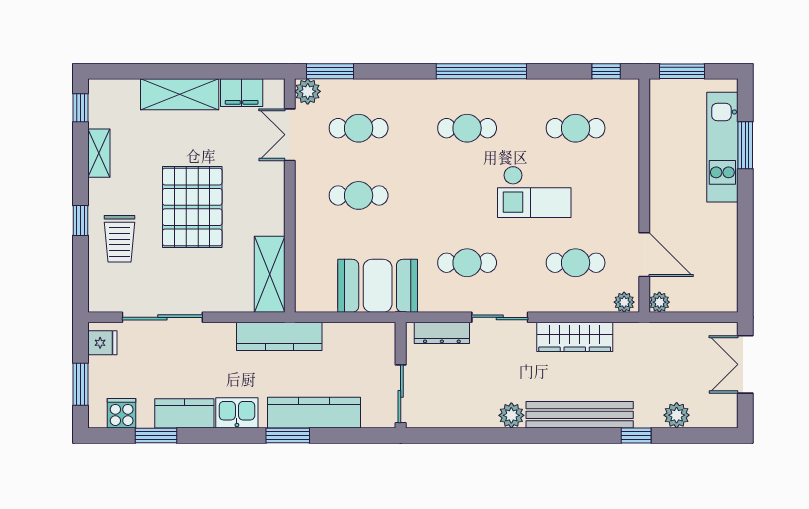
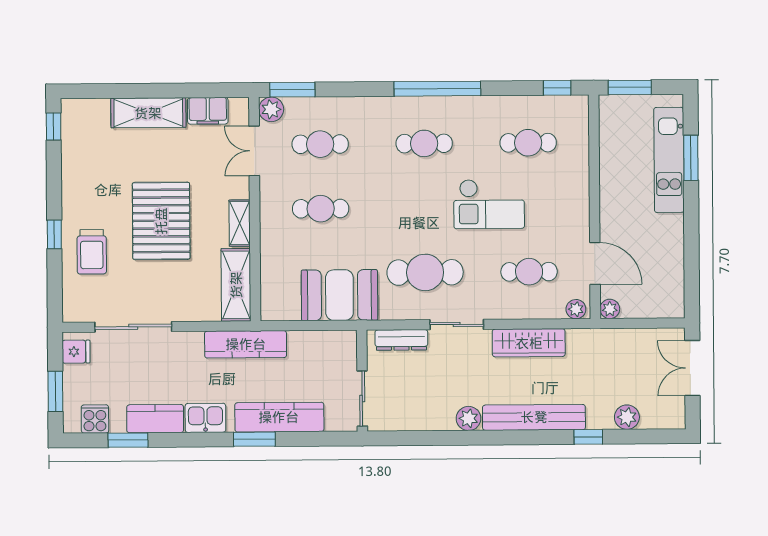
shelving: (99, 153) -> (240, 223), moved
cafe table: (467, 263) -> (425, 272), width x1.37, depth x1.35

